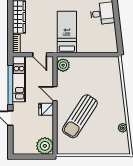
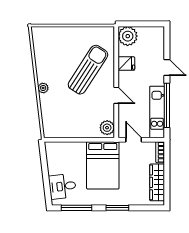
bed: (67, 32) -> (103, 165), width x1.50
fridge: (46, 109) -> (126, 64), moved
plant: (123, 128) -> (43, 88), moved

